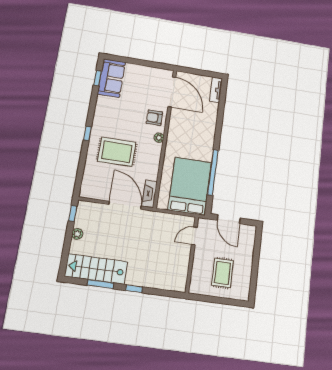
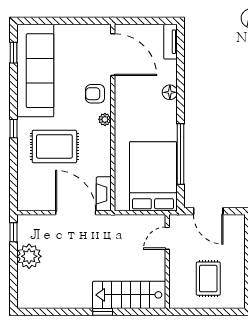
sofa: (111, 78) -> (35, 71), width x1.85, depth x1.27
floor lamp: (211, 126) -> (170, 92), added
plant: (77, 234) -> (29, 256), width x1.87, depth x1.87
stairs: (96, 269) -> (129, 295), moved
window: (101, 284) -> (62, 312), removed

